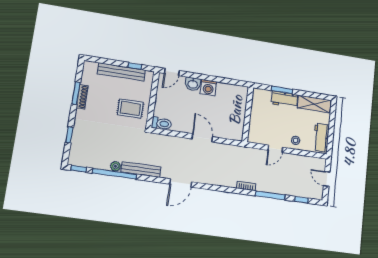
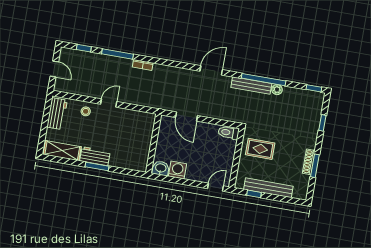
washbasin: (193, 84) -> (161, 168), moved
wall: (248, 114) -> (154, 144), moved
window: (115, 174) -> (264, 80), moved

